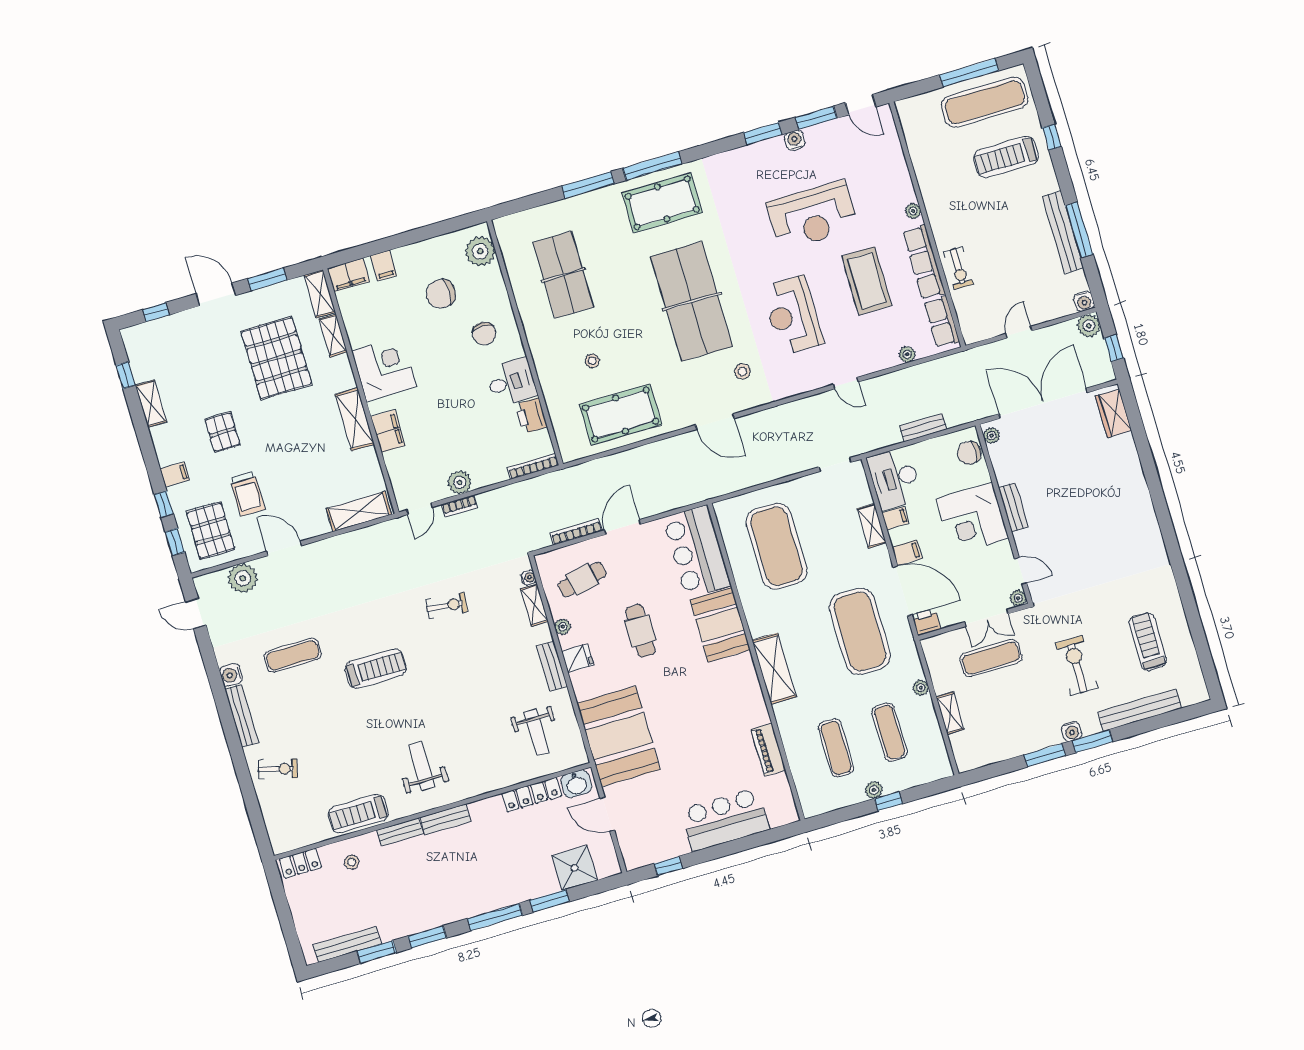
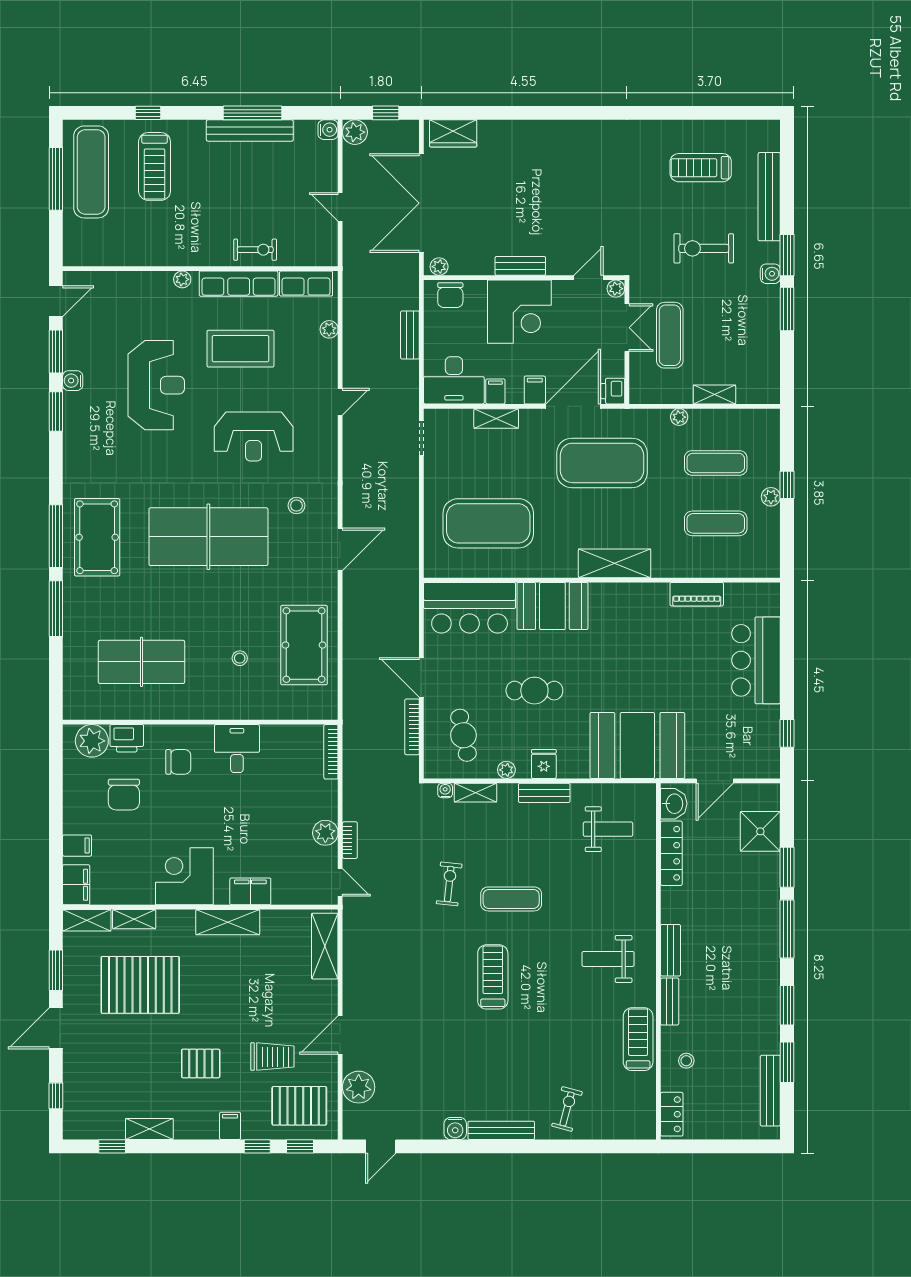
printer: (531, 416) -> (127, 738), moved
exercise mat: (293, 655) -> (511, 899), moved, turned 90
treadmill: (358, 814) -> (638, 1039), turned 180

